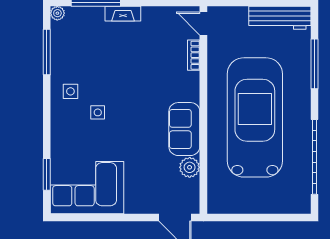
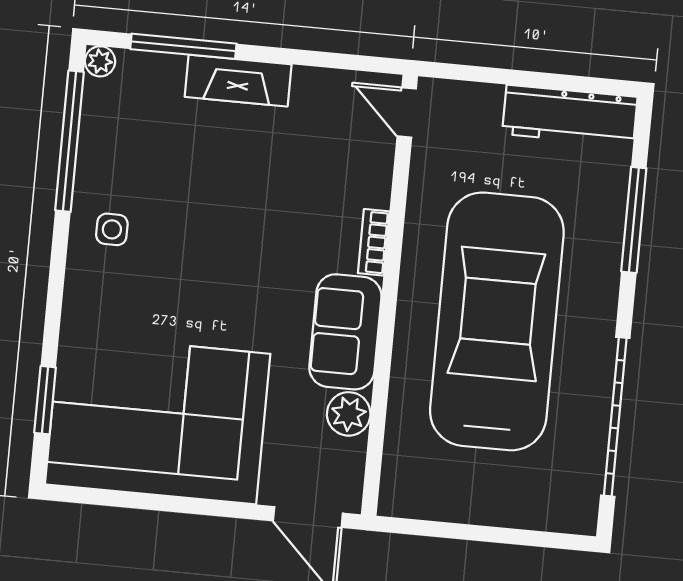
fireplace: (123, 14) -> (238, 81), width x1.37, depth x1.32
window: (47, 52) -> (70, 141), width x1.46
bookcase: (194, 55) -> (374, 242), moved
side table: (98, 112) -> (165, 279), removed
corner sofa: (87, 188) -> (158, 419), width x1.36, depth x1.36

